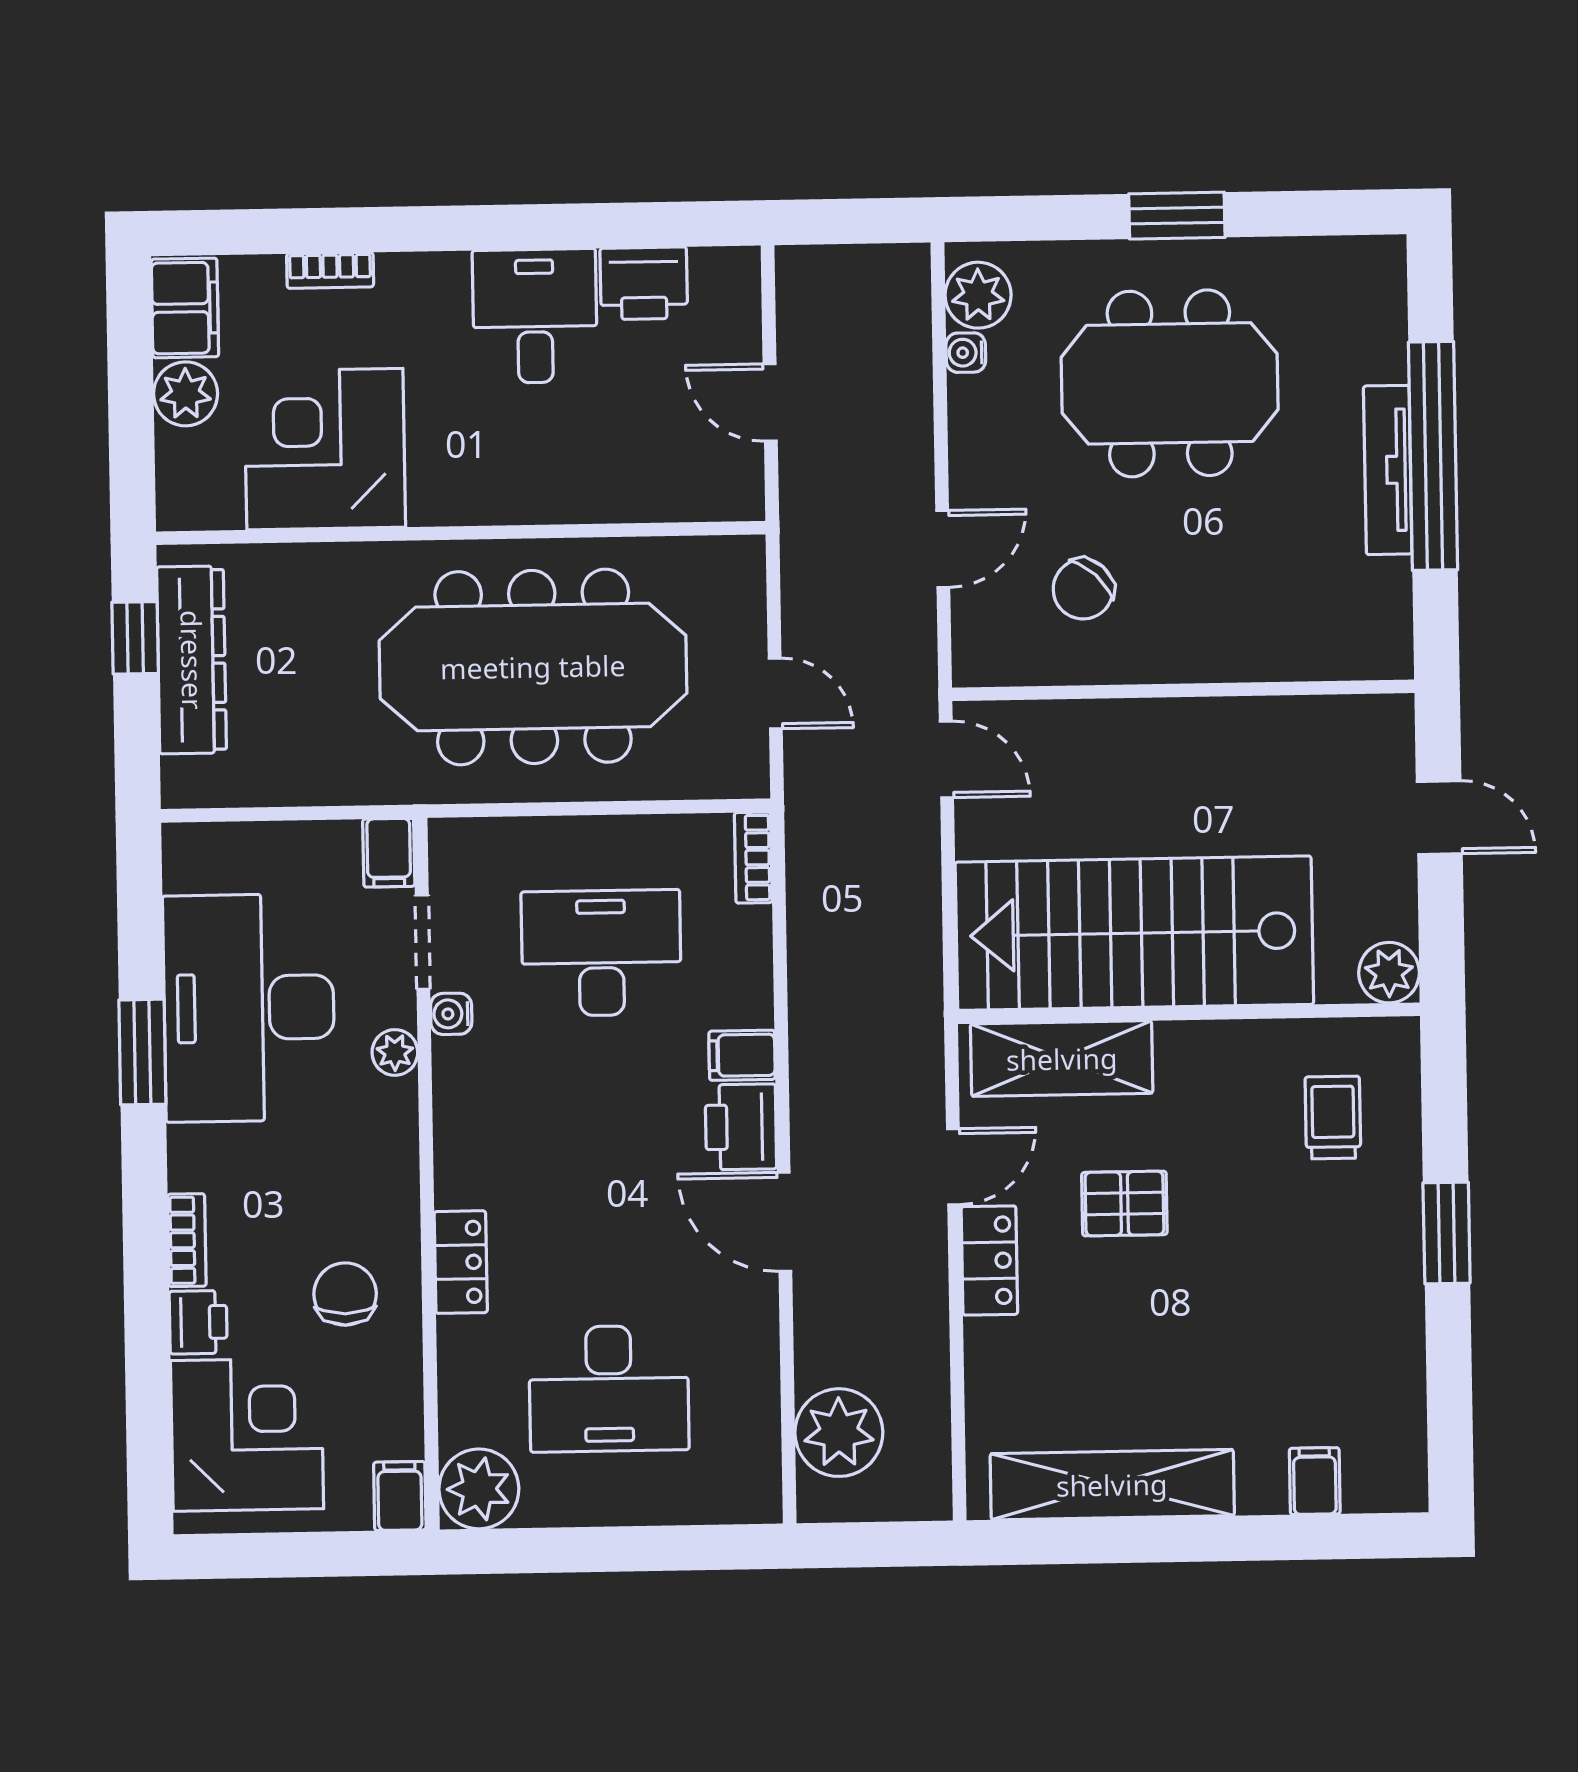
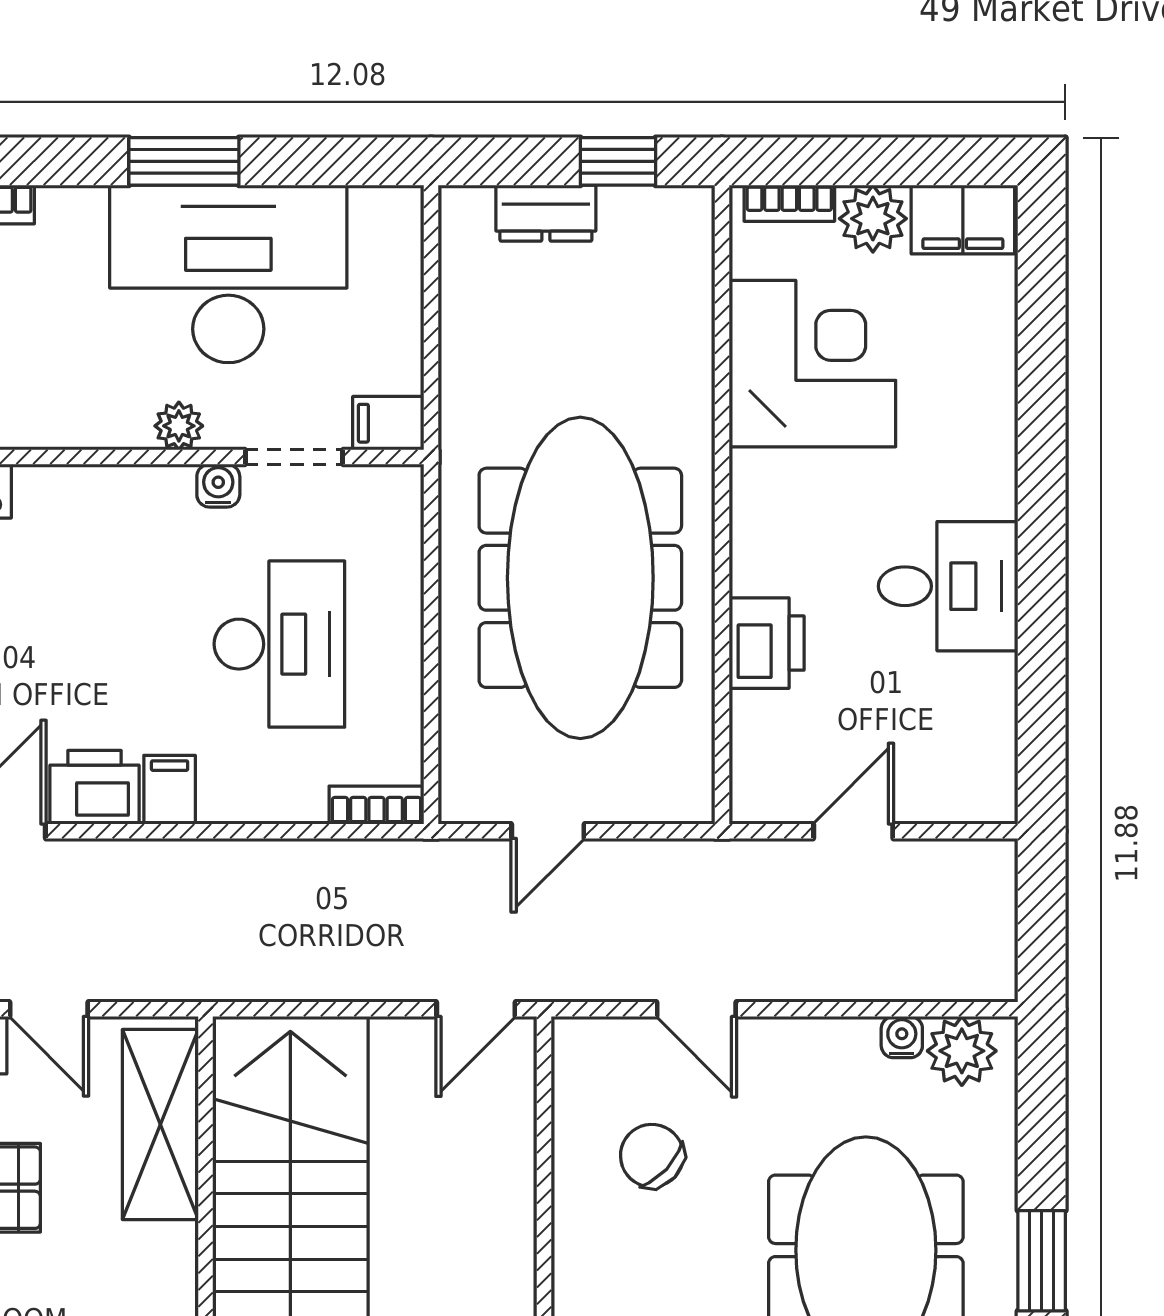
bookcase: (330, 270) -> (789, 203), moved, turned -90
printer: (644, 283) -> (767, 643), moved, turned 180
dresser: (192, 660) -> (546, 213), width x0.51, depth x0.80

